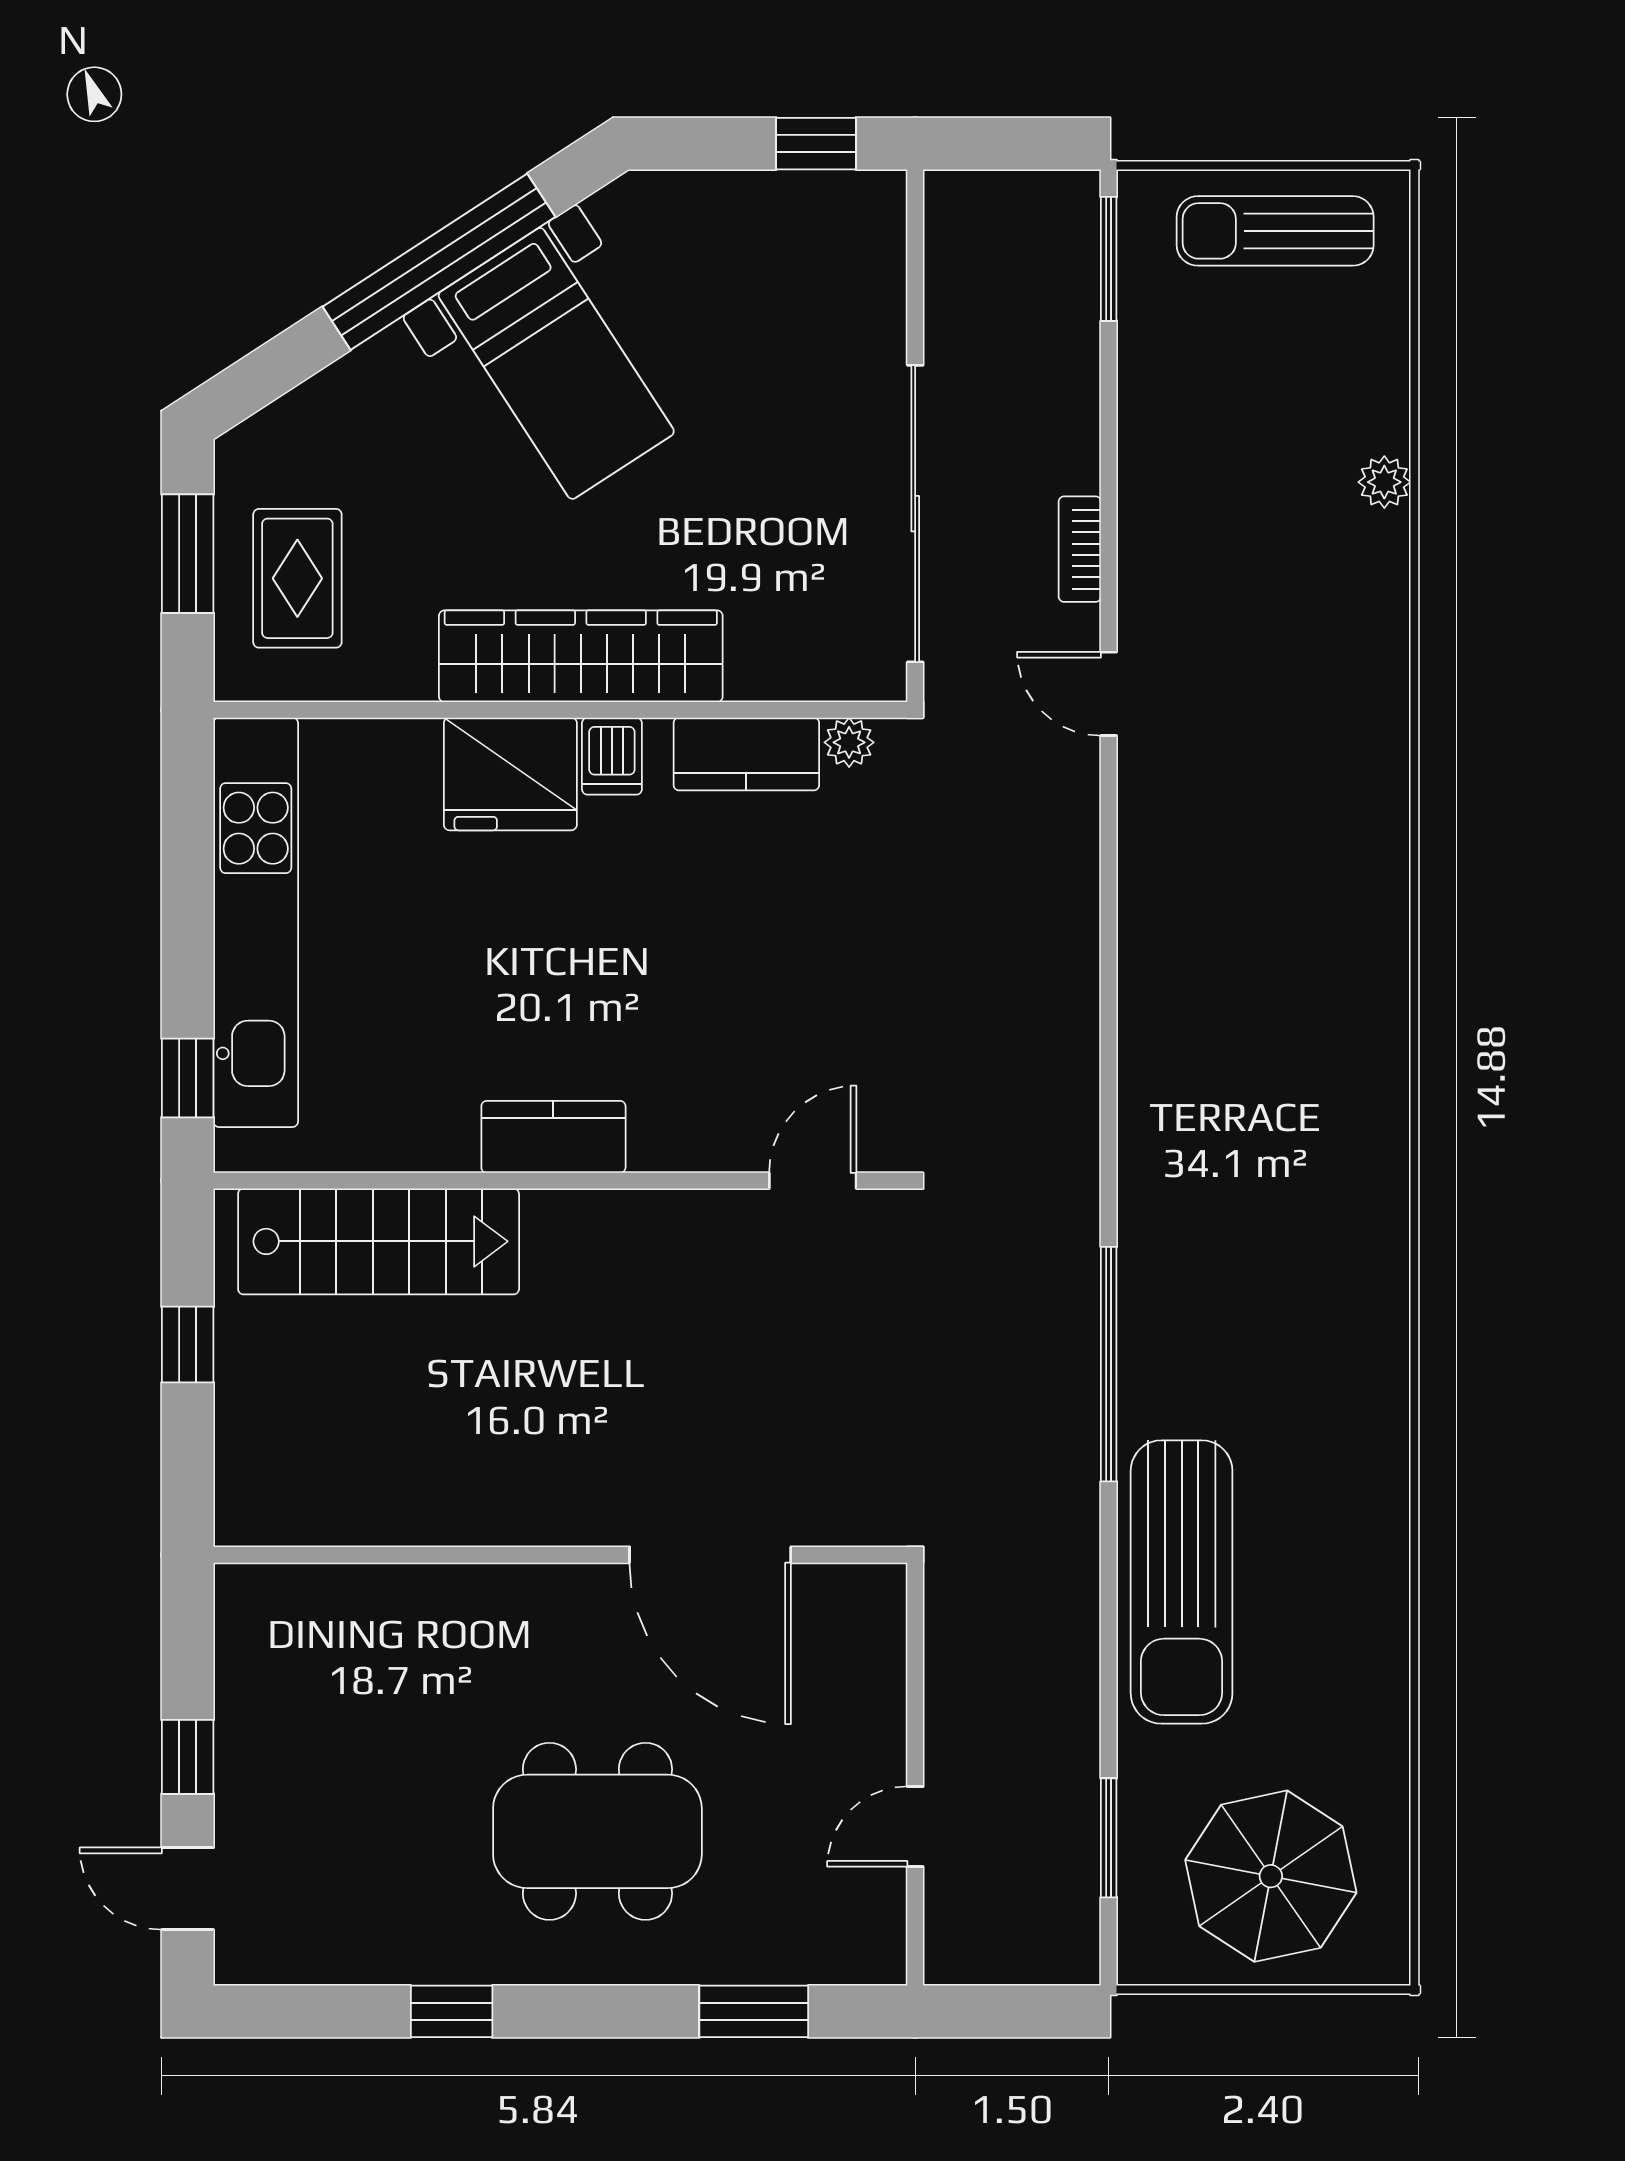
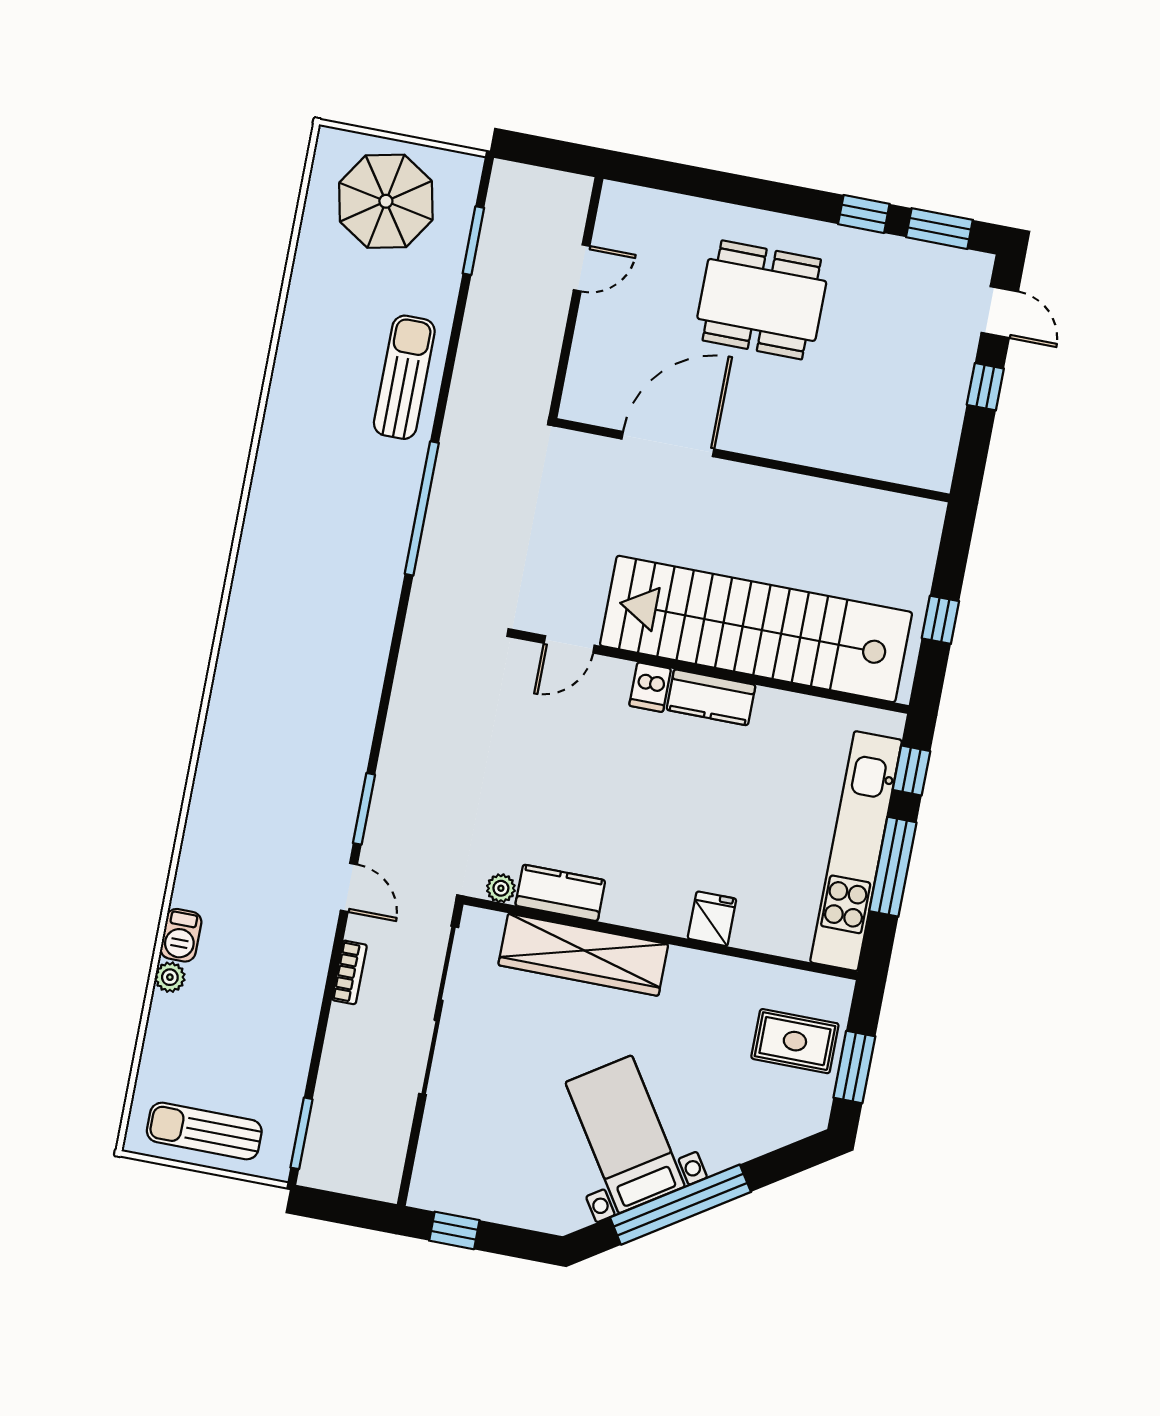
sun lounger: (1275, 231) -> (204, 1131), turned 180
barbecue: (1379, 557) -> (181, 935), added
rug: (297, 578) -> (795, 1041), turned 90
wardrobe: (581, 656) -> (583, 955), moved
dishwasher: (612, 756) -> (650, 687), moved, turned 180
fridge: (510, 774) -> (712, 919), width x0.53, depth x0.75
window: (1109, 833) -> (364, 809), added
window: (188, 908) -> (893, 867), added
stairs: (379, 1241) -> (756, 629), width x1.86, depth x1.51
door: (710, 1555) -> (668, 444), hinge flipped
sun lounger: (1182, 1582) -> (404, 377), width x0.73, depth x0.75
window: (754, 2011) -> (939, 229), moved

